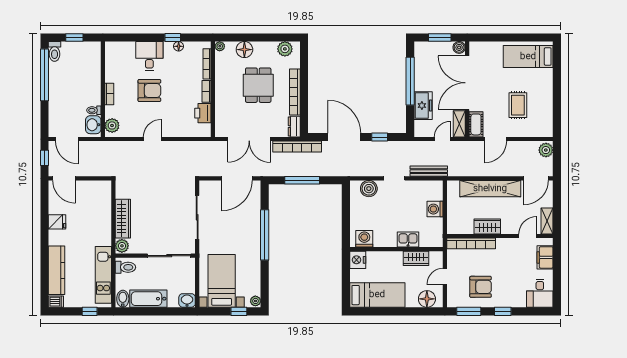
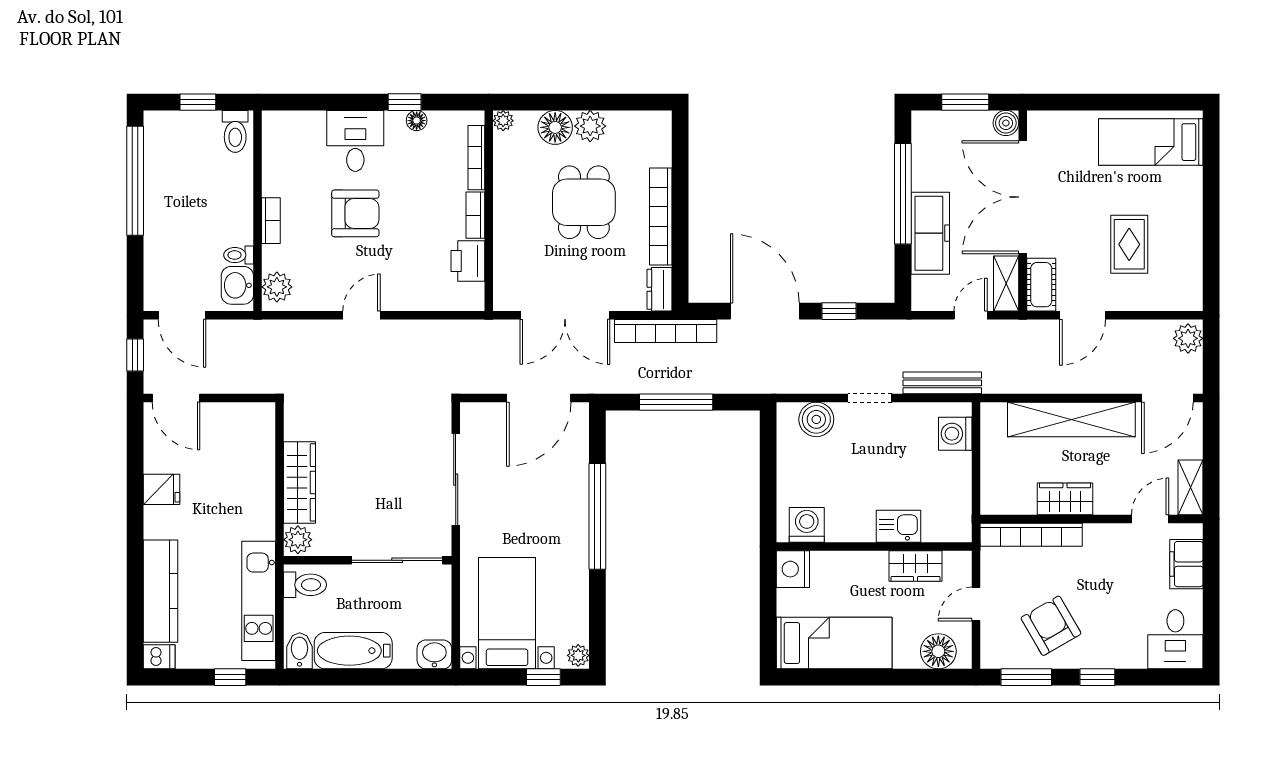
plant: (285, 49) -> (590, 126), moved
toilet: (55, 51) -> (235, 131), moved
freezer: (423, 106) -> (930, 233), width x1.40
washing machine: (435, 209) -> (955, 434), moved
armchair: (481, 287) -> (1051, 626), turned -120

